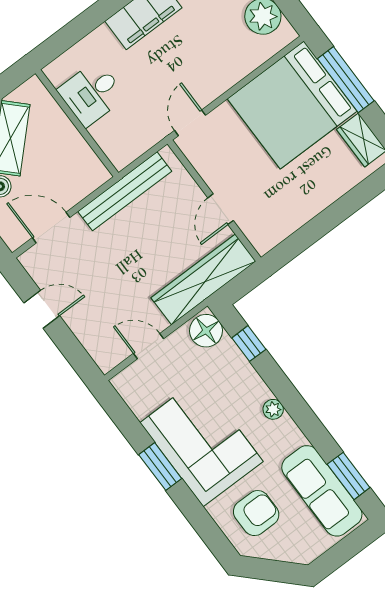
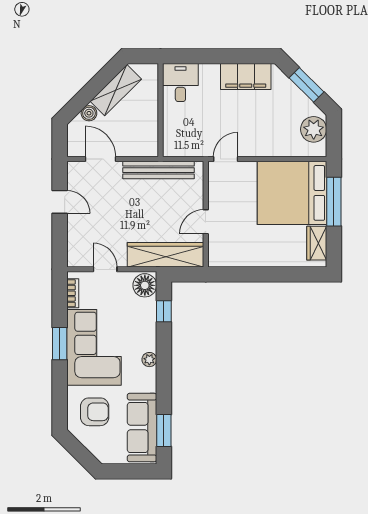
desk: (92, 93) -> (180, 83), moved, turned 90
bookcase: (133, 400) -> (73, 293), added

